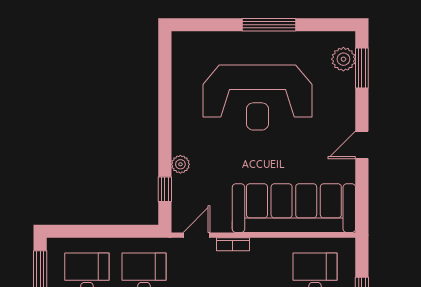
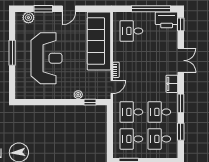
window: (362, 68) -> (43, 9), moved
door: (362, 145) -> (69, 9), hinge flipped
door: (196, 235) -> (112, 87), swing flipped

